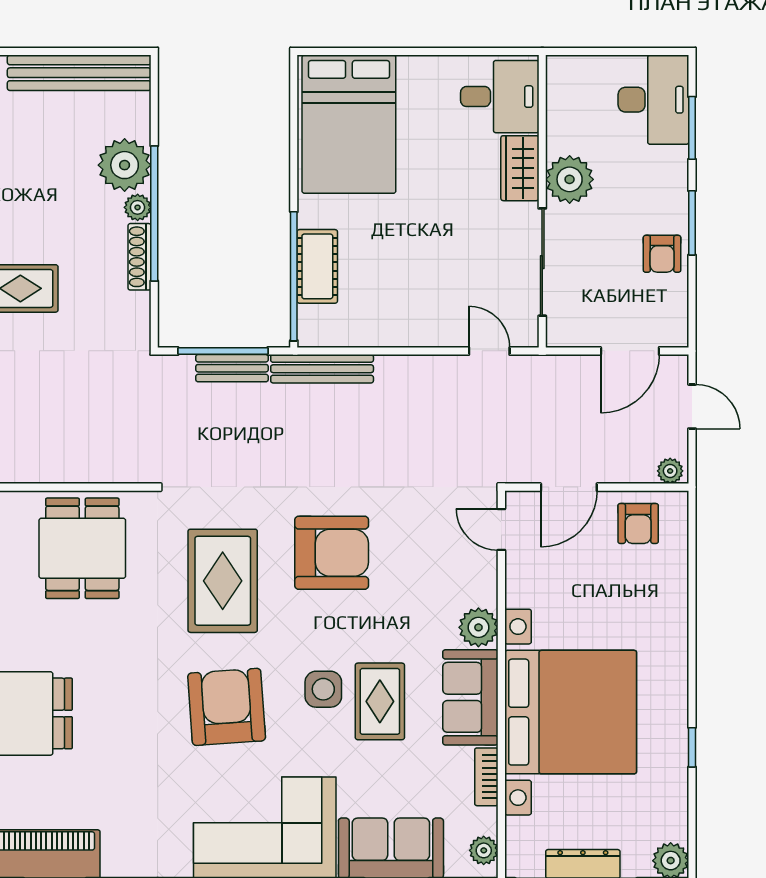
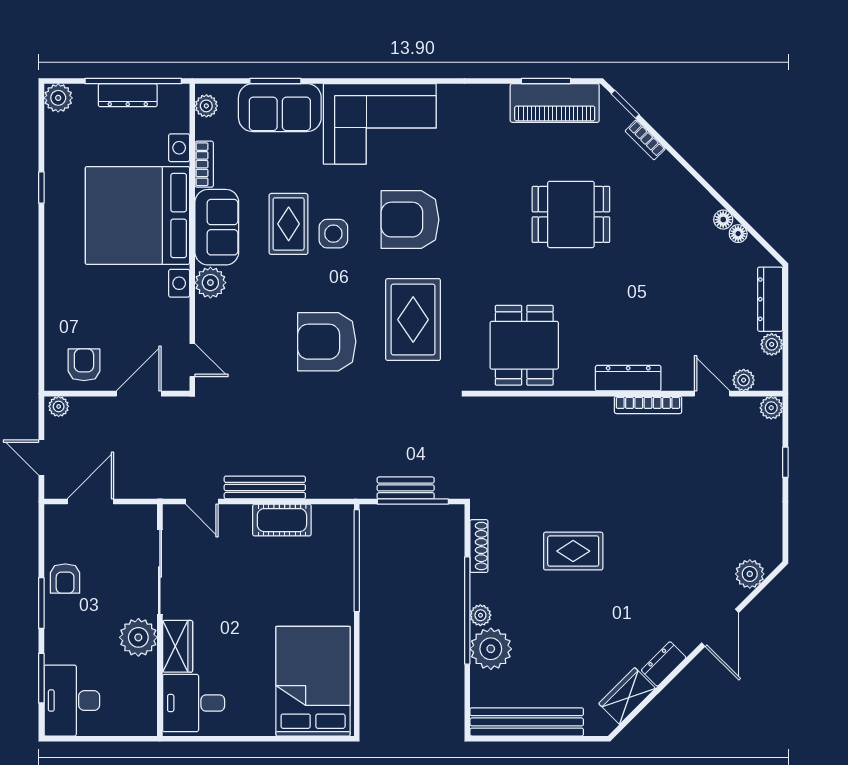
armchair: (662, 254) -> (65, 578), turned 180
shoe rack: (140, 257) -> (479, 546), moved
cot: (317, 266) -> (282, 520), moved, turned 90
bench: (322, 369) -> (265, 487), moved
armchair: (227, 707) -> (410, 220), turned 94

